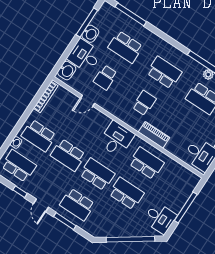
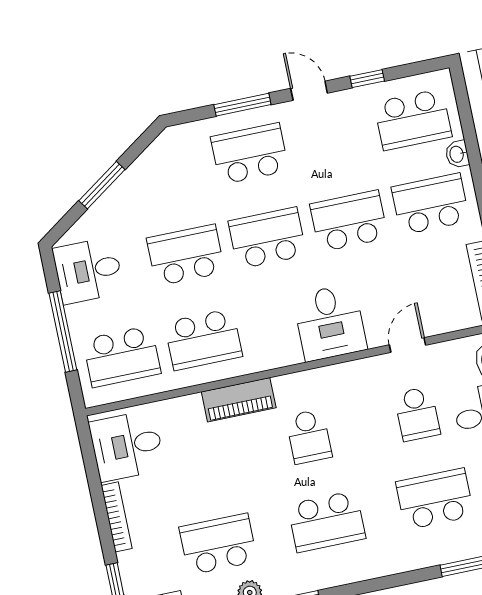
school desk: (105, 77) -> (417, 414), turned 180
desk: (117, 139) -> (330, 323), moved
school desk: (97, 174) -> (267, 238), turned 180
school desk: (176, 183) -> (122, 357), added
school desk: (127, 193) -> (186, 255), turned 180
window: (130, 239) -> (102, 185), width x0.47

